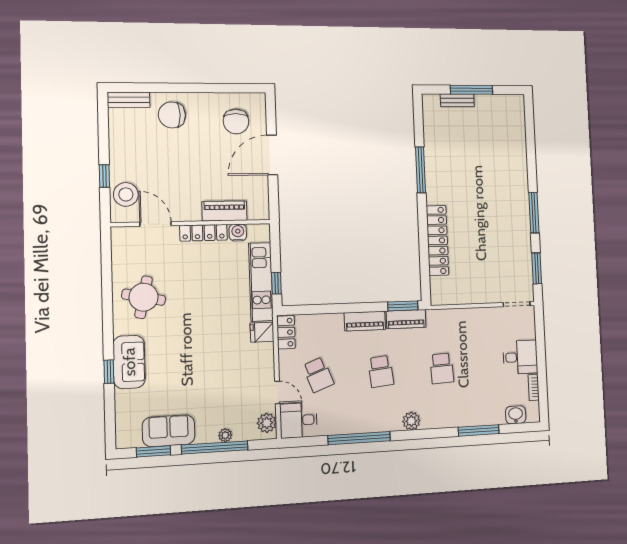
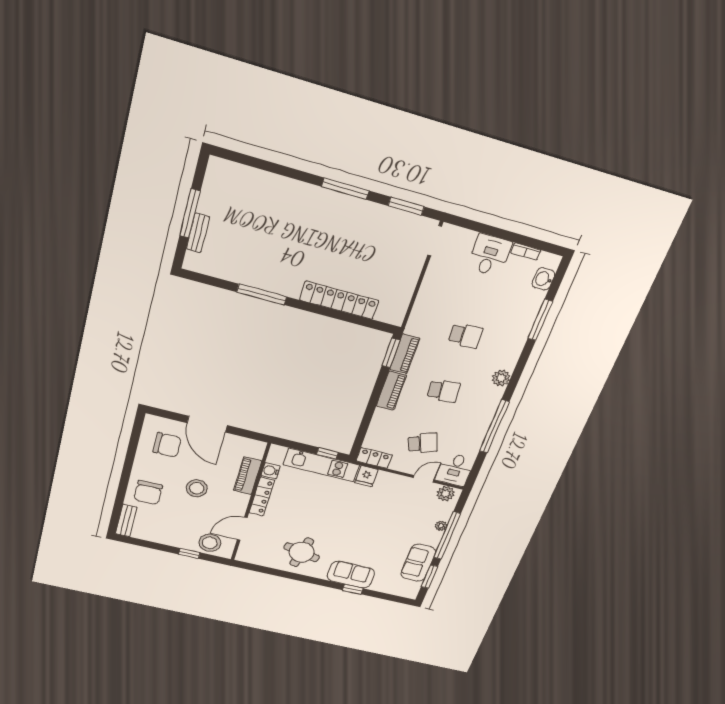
stool: (193, 163) -> (197, 488), added

